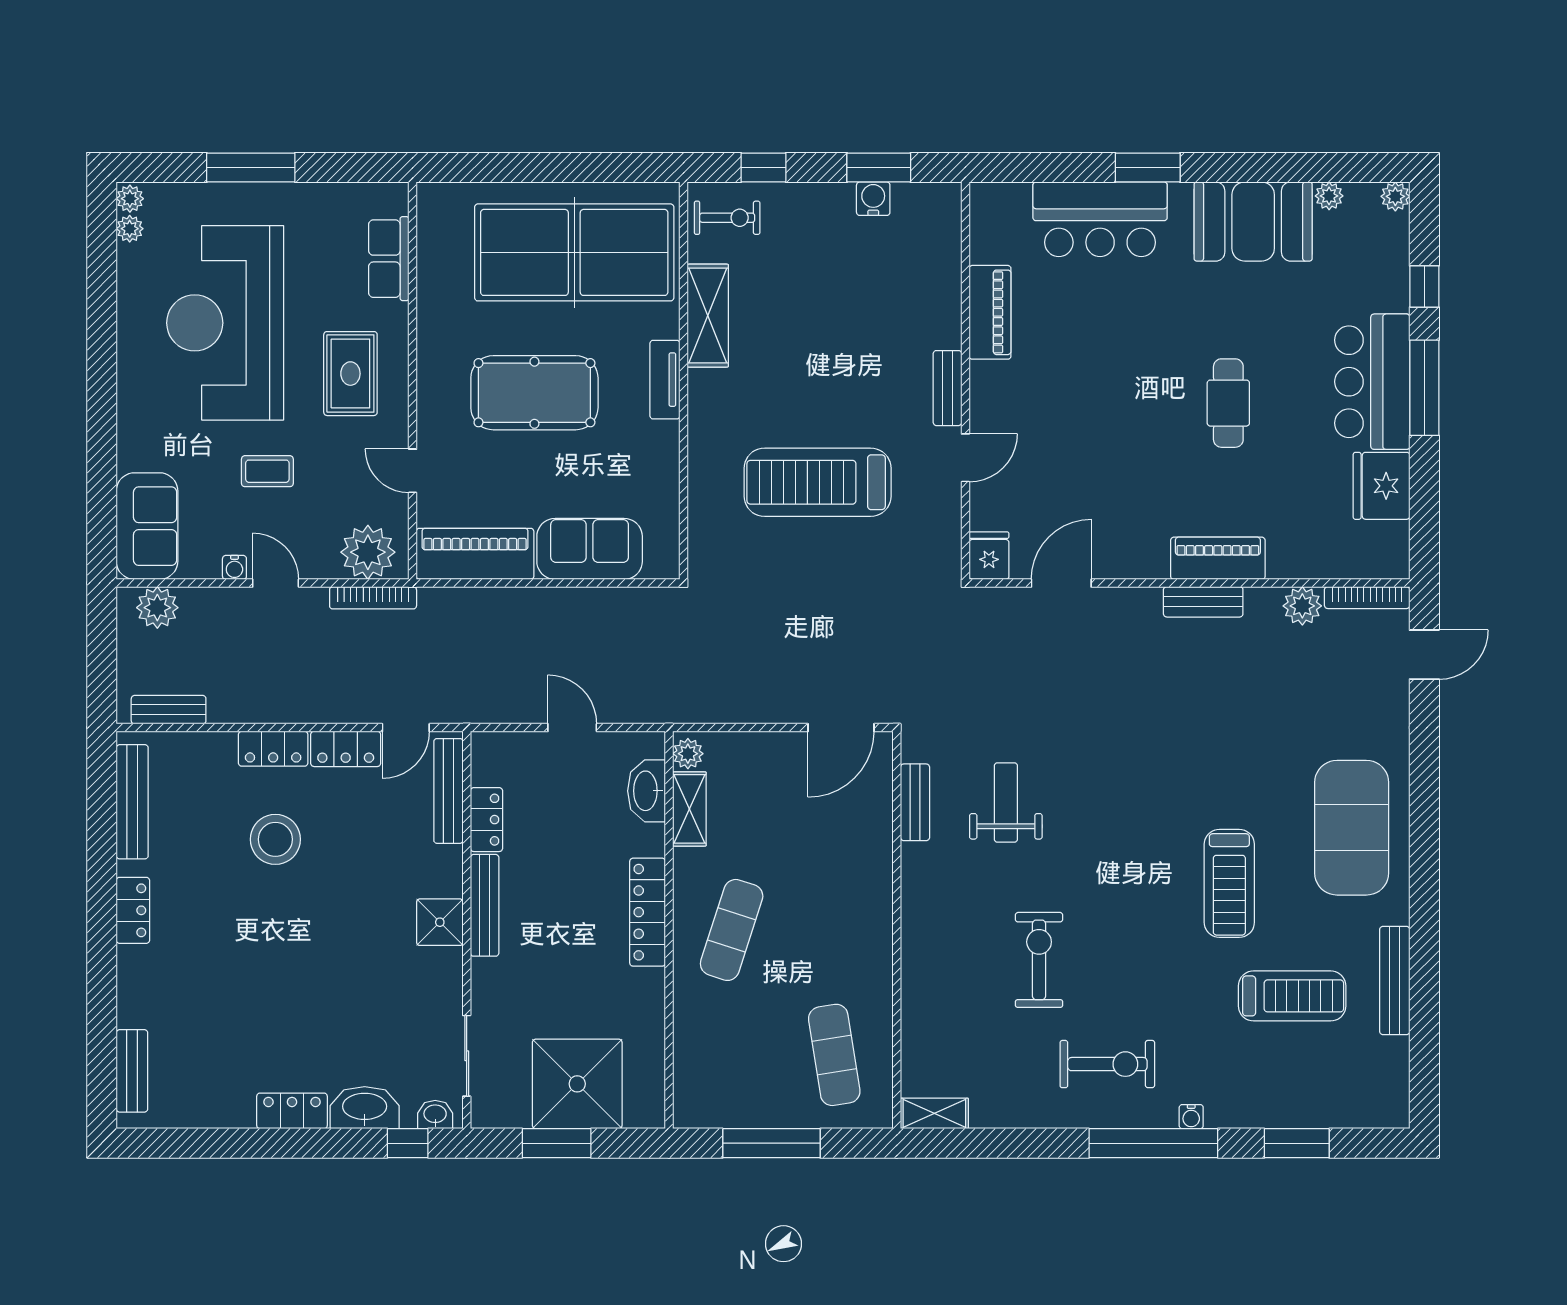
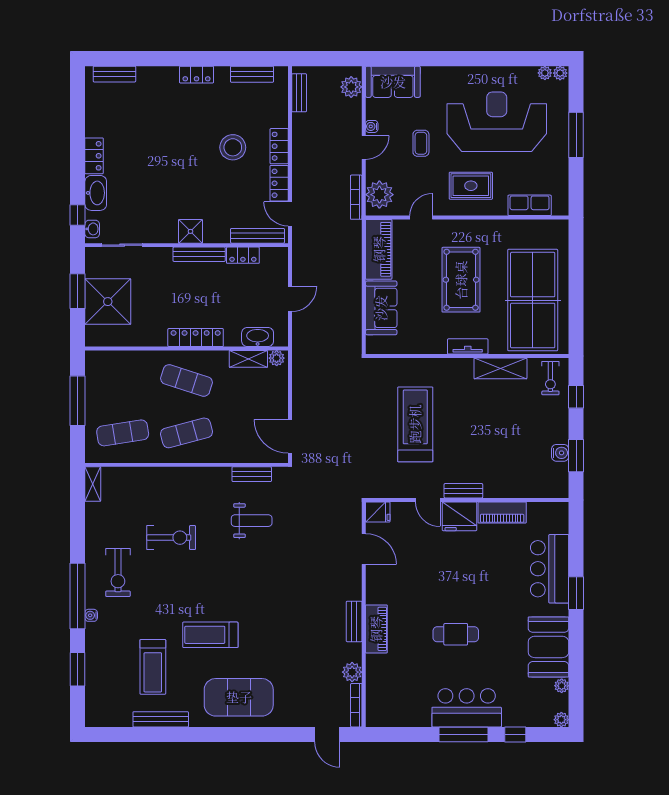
fridge: (1382, 486) -> (460, 516), moved, turned 180
bench: (132, 802) -> (252, 74), width x0.73
exercise mat: (834, 930) -> (187, 433), added

